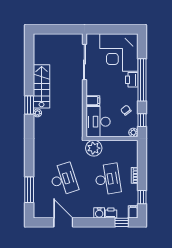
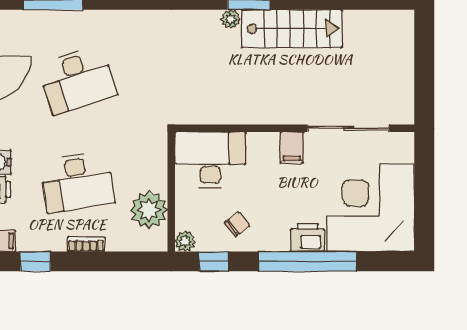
filing cabinet: (93, 101) -> (292, 147), moved
plant: (94, 148) -> (149, 210), moved

